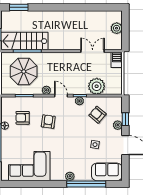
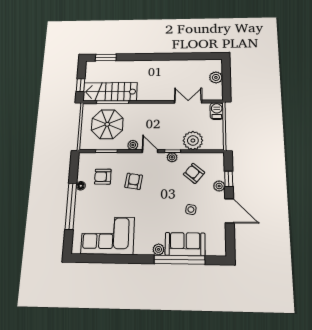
sofa: (107, 172) -> (185, 244), moved

